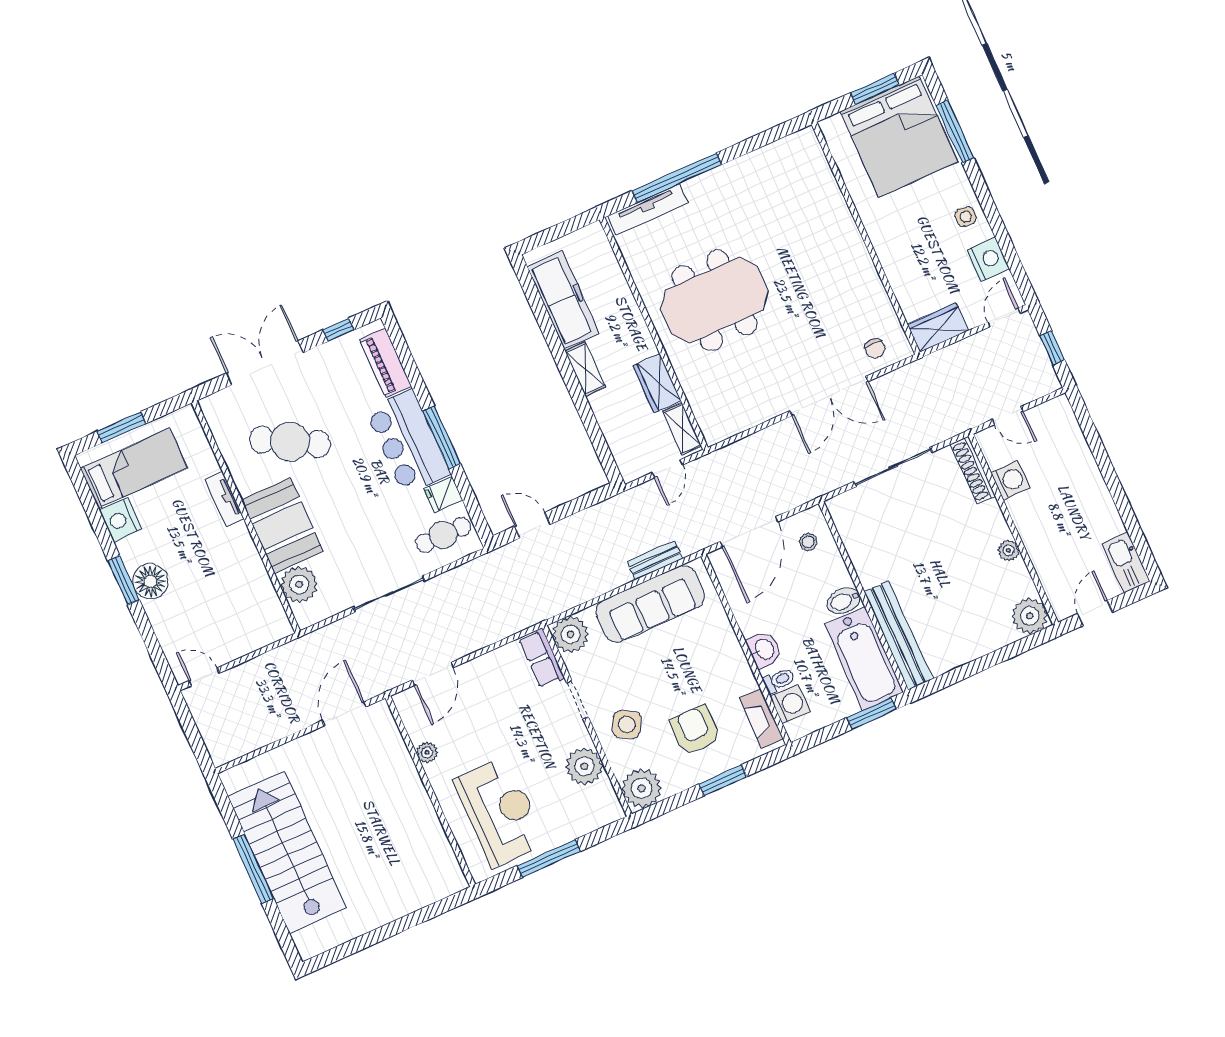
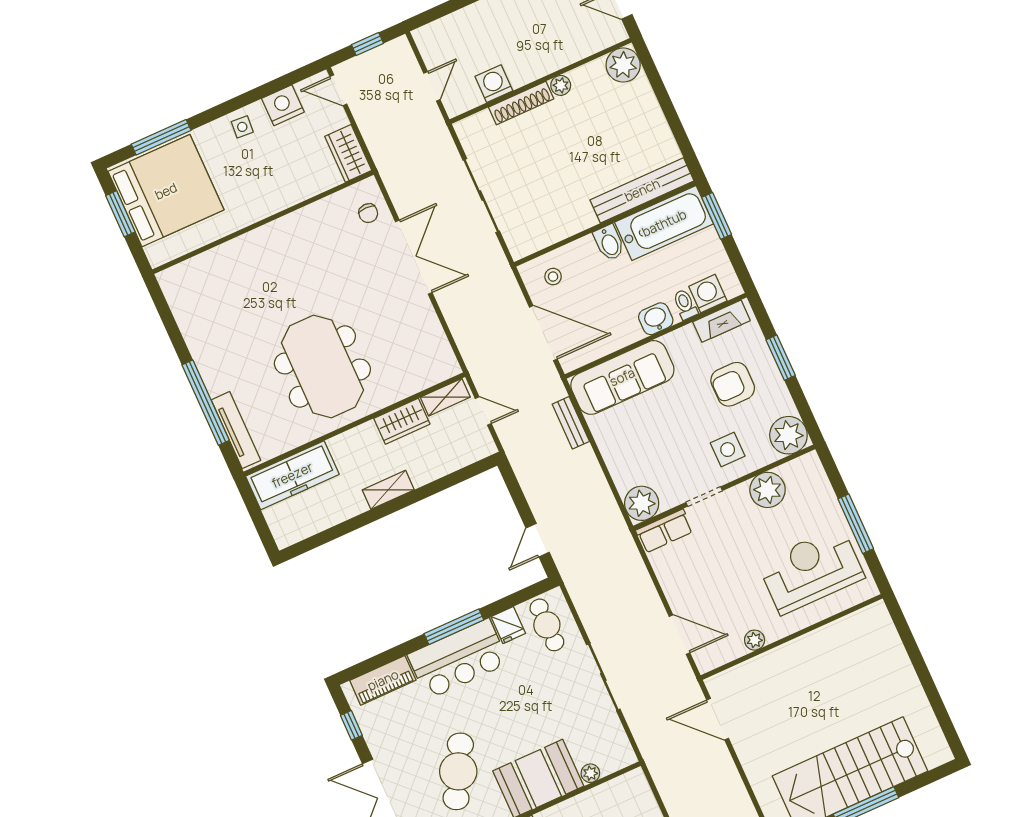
freezer: (563, 300) -> (292, 475), moved, turned 180
chair: (875, 348) -> (368, 213), turned 90
shoe rack: (973, 470) -> (521, 103), moved
plant: (299, 584) -> (590, 773), width x0.53, depth x0.53
sofa: (650, 604) -> (622, 377), moved, turned 90
side table: (627, 725) -> (728, 450), turned -30

